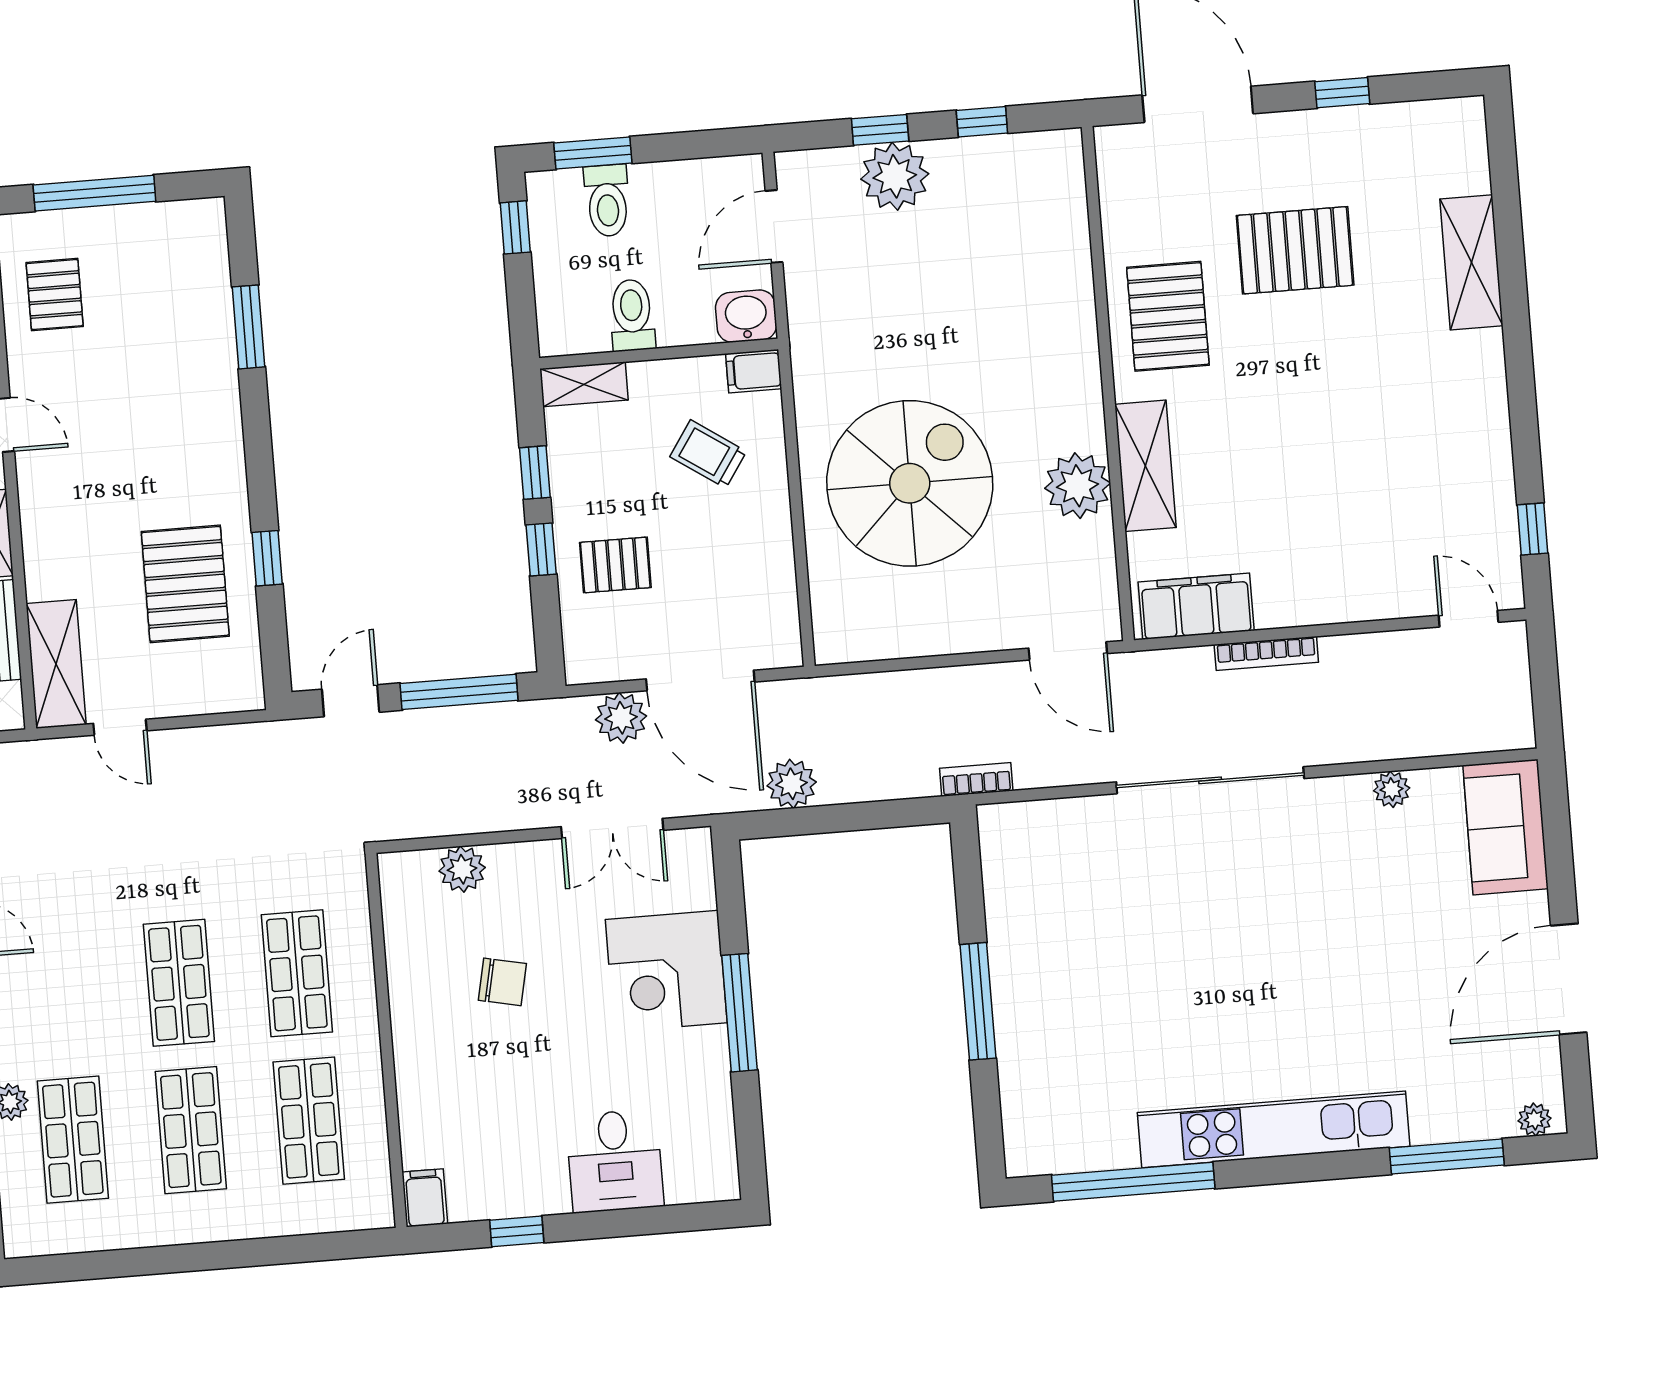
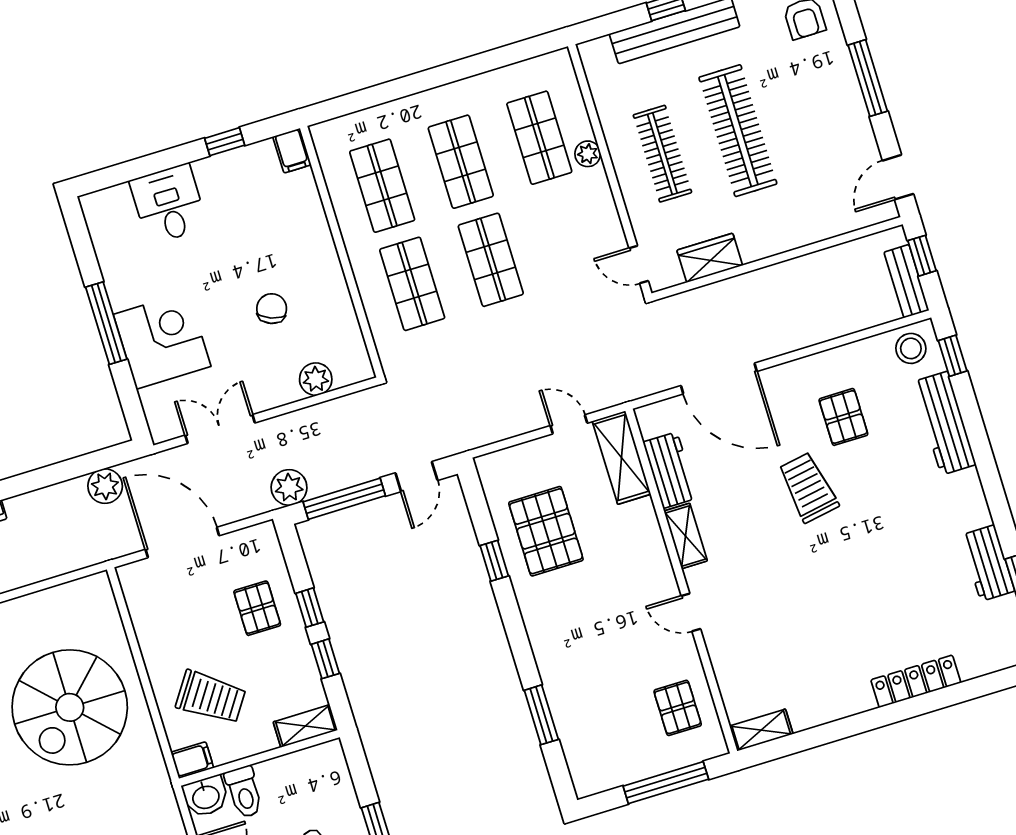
toilet: (632, 315) -> (244, 792), moved
trolley: (708, 454) -> (211, 697), width x1.36, depth x1.39
pallet: (615, 565) -> (257, 608), turned 90
plant: (621, 718) -> (289, 487), moved
chair: (502, 982) -> (272, 309), turned 99

